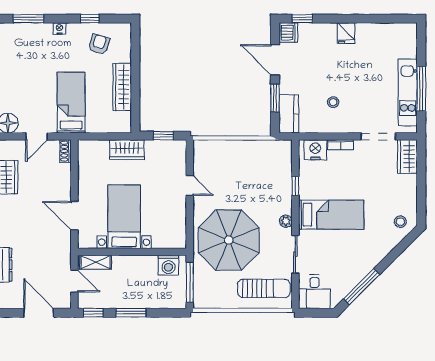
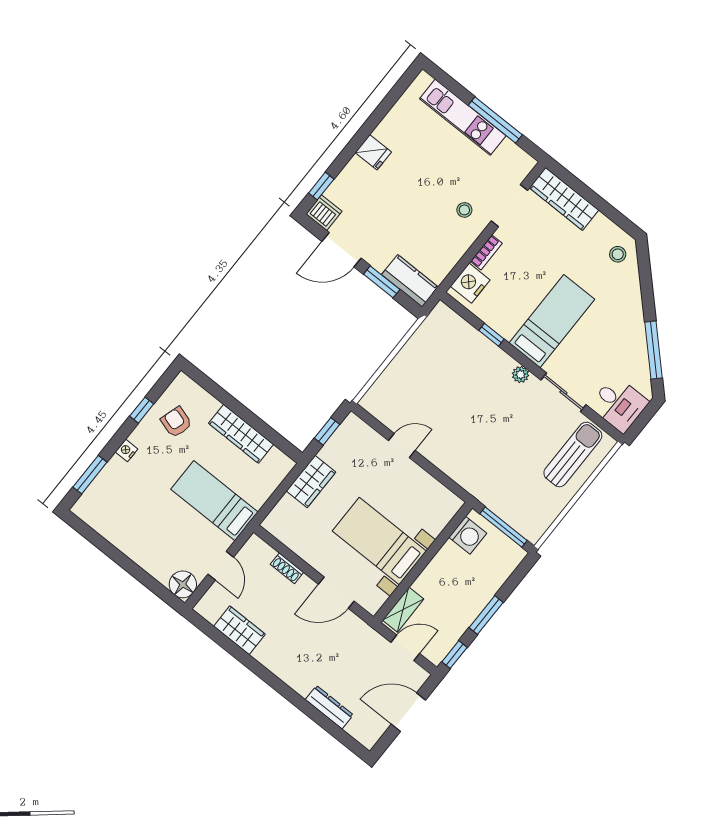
kitchen unit: (408, 92) -> (463, 117), moved
stool: (333, 102) -> (464, 210), moved
shoe rack: (66, 151) -> (287, 568), moved
wardrobe: (407, 157) -> (564, 199), width x1.50
parasol: (229, 240) -> (492, 451), removed

